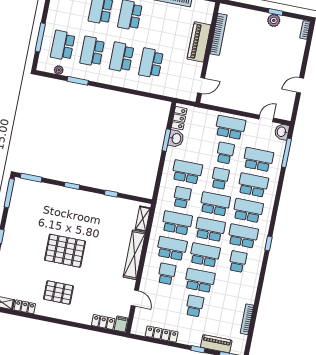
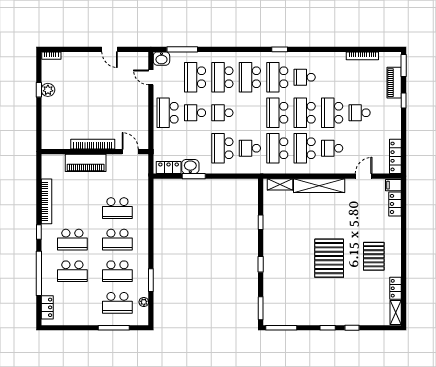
bookcase: (219, 34) -> (93, 144), moved
school desk: (215, 204) -> (250, 113), removed
locker: (162, 334) -> (395, 156), moved

